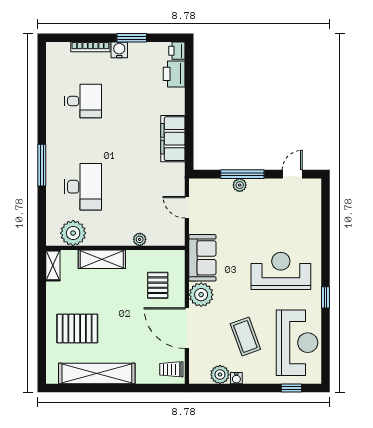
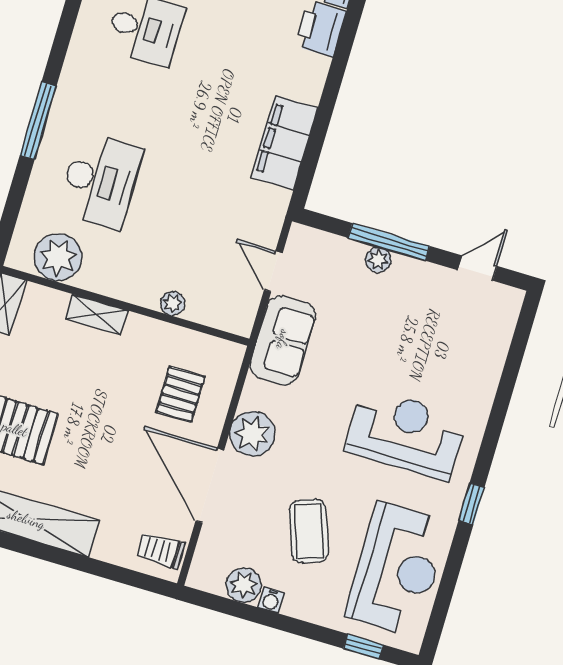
sofa: (202, 258) -> (283, 340), moved
shelving: (102, 259) -> (96, 315), width x0.67, depth x0.75

